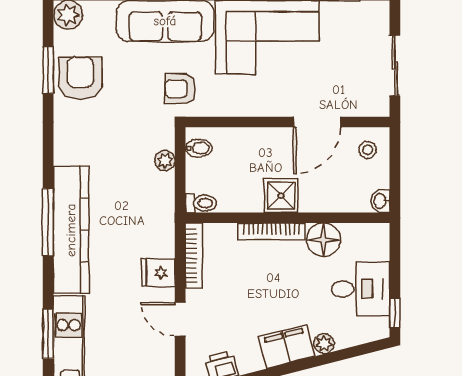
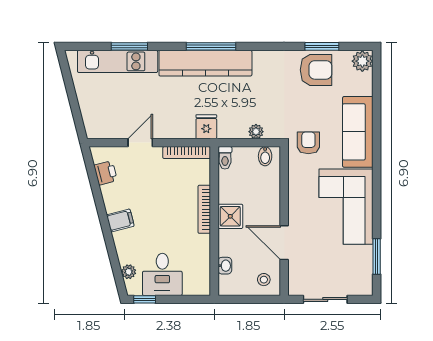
washbasin: (380, 201) -> (225, 266), moved, turned 90
floor lamp: (323, 240) -> (198, 247), removed
fridge: (158, 273) -> (206, 127), moved
plant: (324, 344) -> (129, 272), moved
filing cabinet: (287, 346) -> (120, 220), width x0.50

